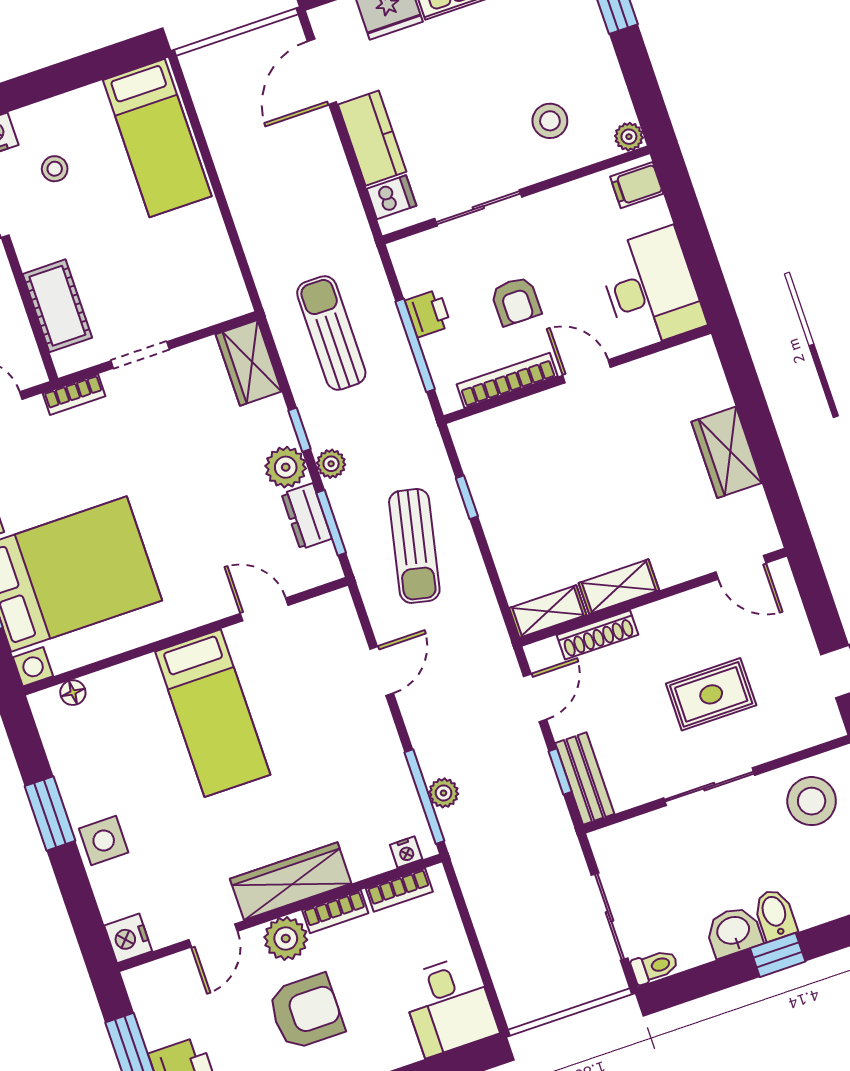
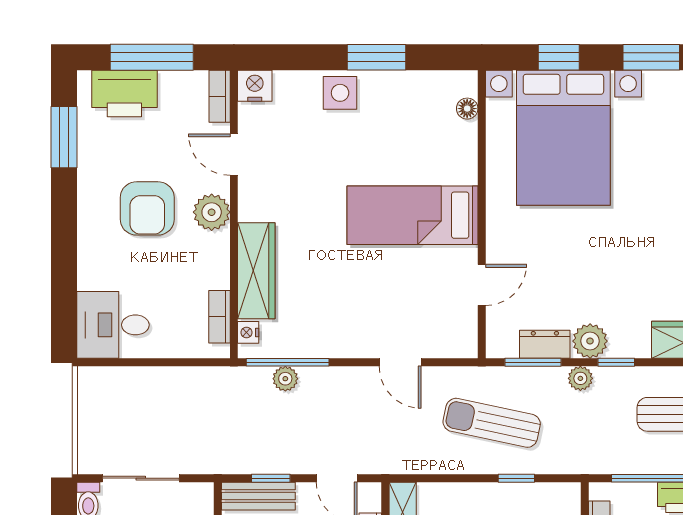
wardrobe: (291, 881) -> (256, 271), moved
bookcase: (335, 912) -> (220, 96), moved

